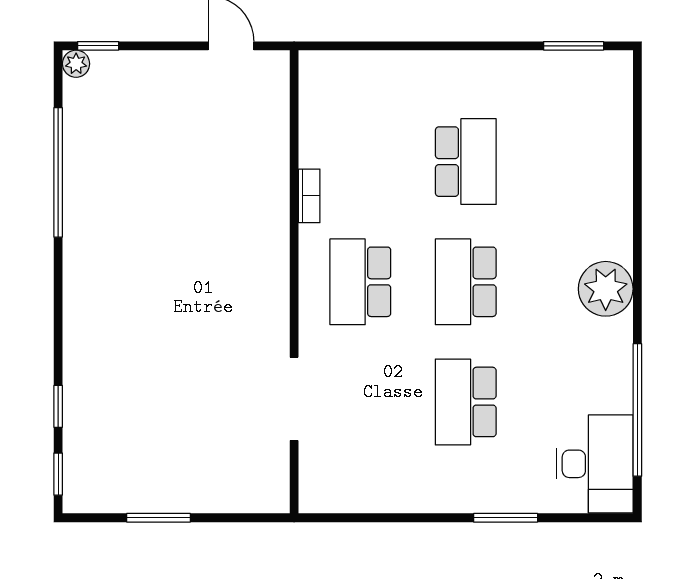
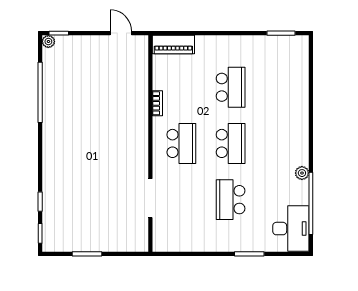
piano: (343, 70) -> (173, 45), added
school desk: (360, 282) -> (181, 143), turned 180
school desk: (466, 282) -> (231, 143), turned 180
plant: (606, 289) -> (302, 173), moved, width x0.53, depth x0.53

